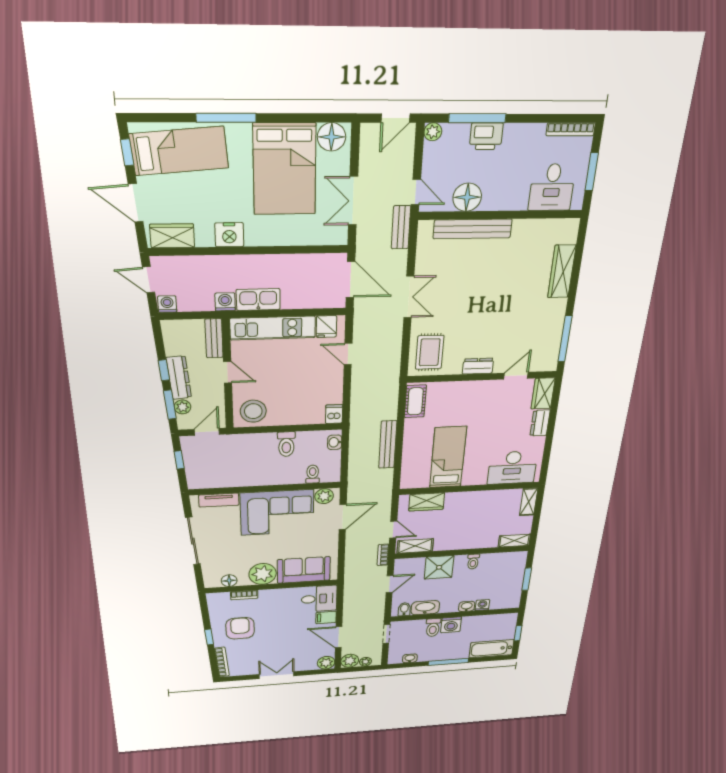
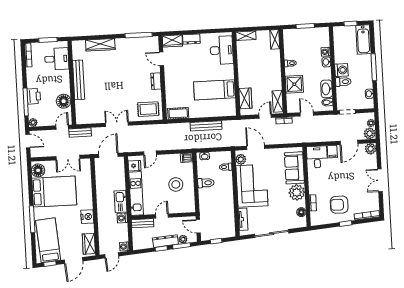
bench: (473, 229) -> (79, 80), moved
stool: (253, 411) -> (176, 184), moved

